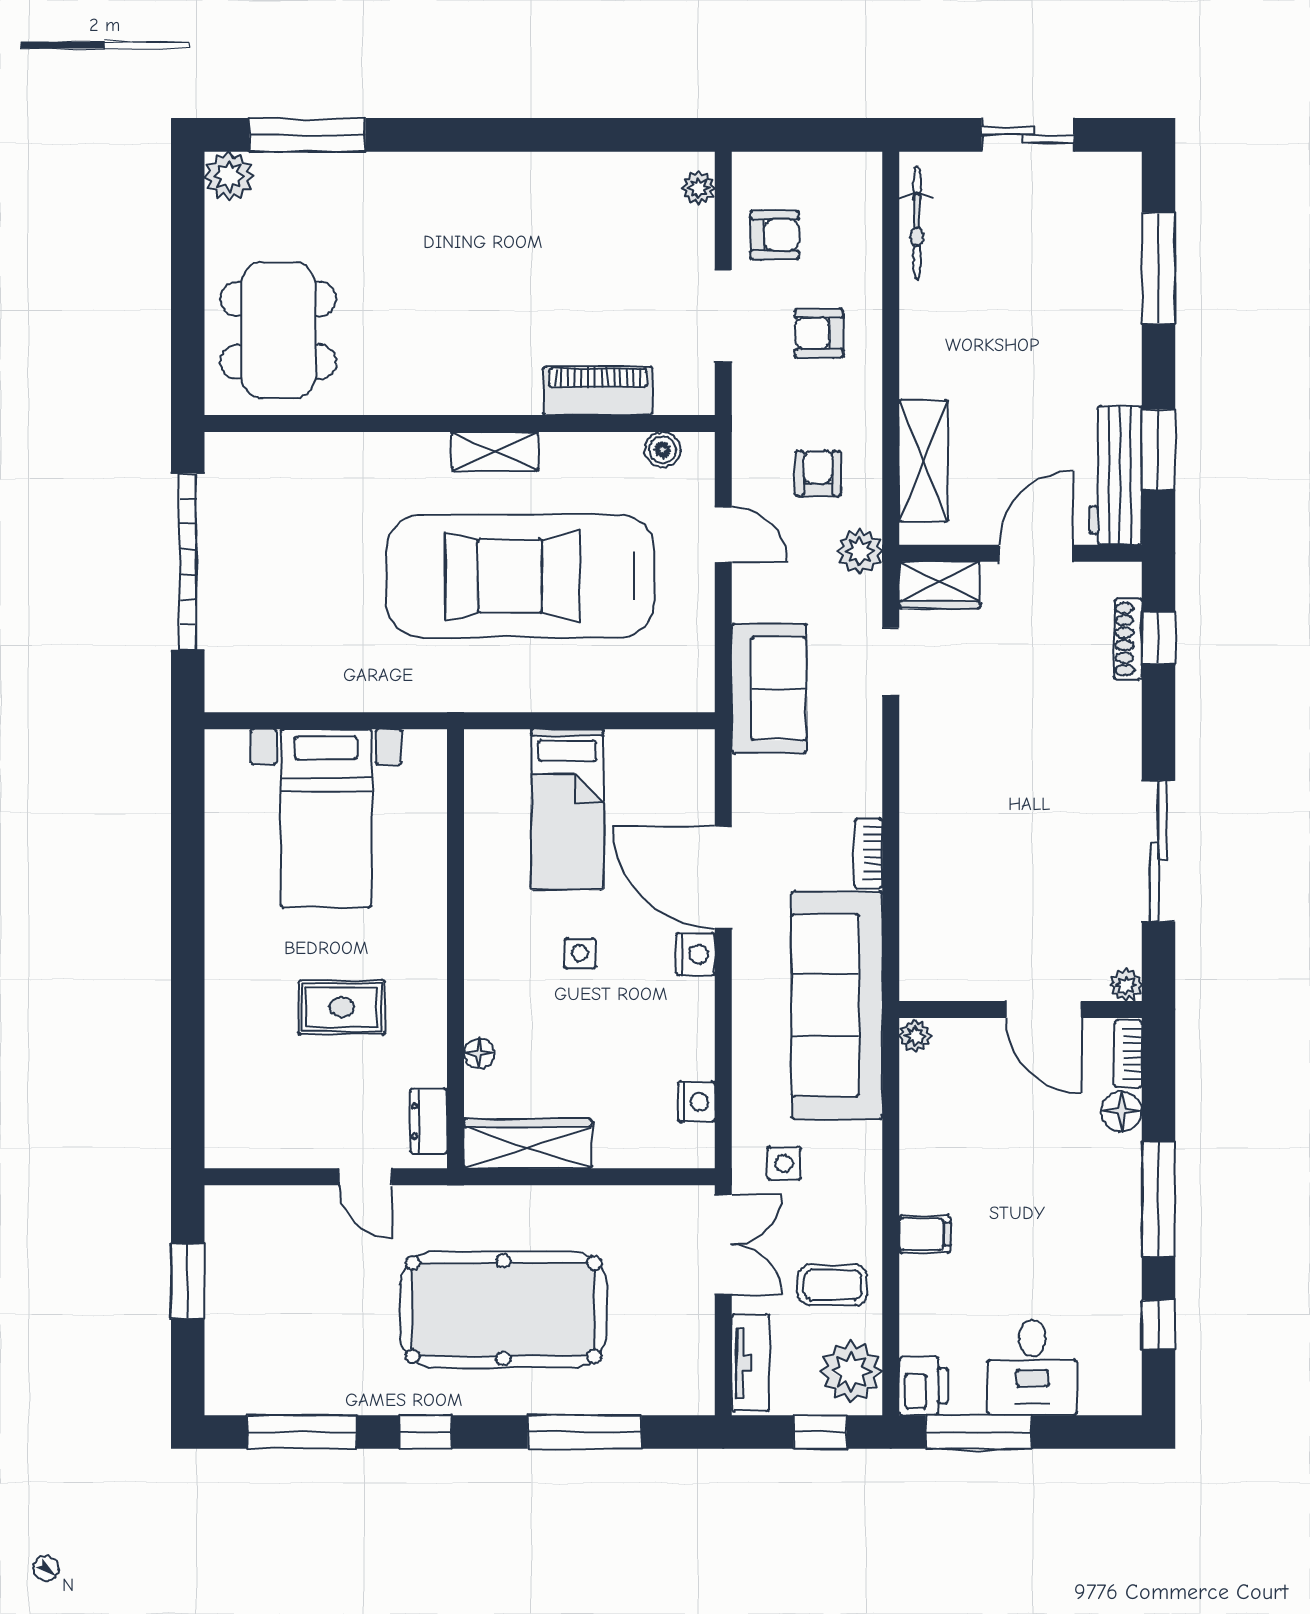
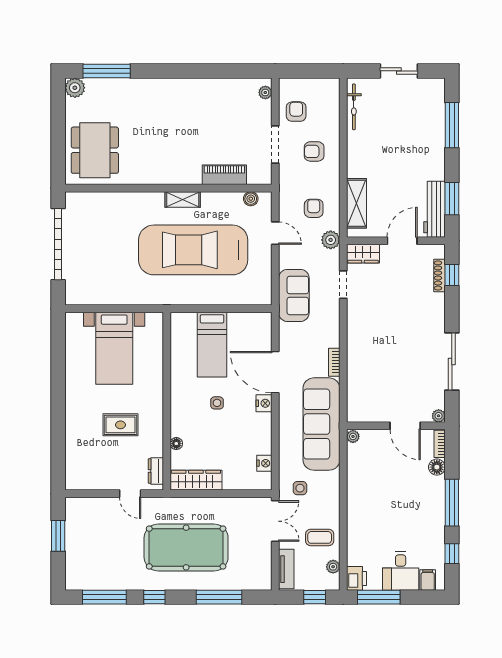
armchair: (775, 235) -> (296, 112), turned -90
filing cabinet: (925, 1234) -> (428, 580), moved, turned -90
plant: (851, 1372) -> (333, 567), width x0.53, depth x0.53

